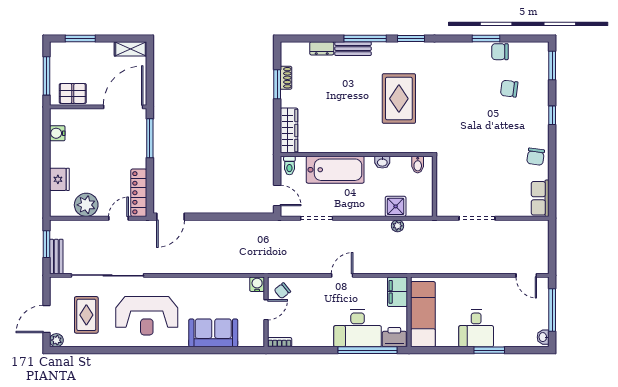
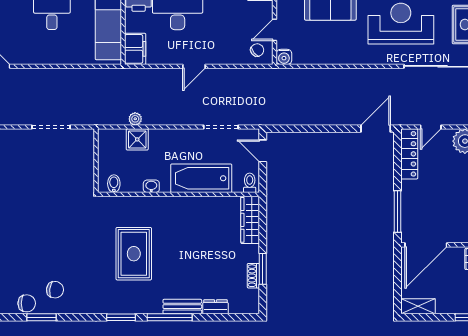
chair: (509, 89) -> (55, 290), moved

